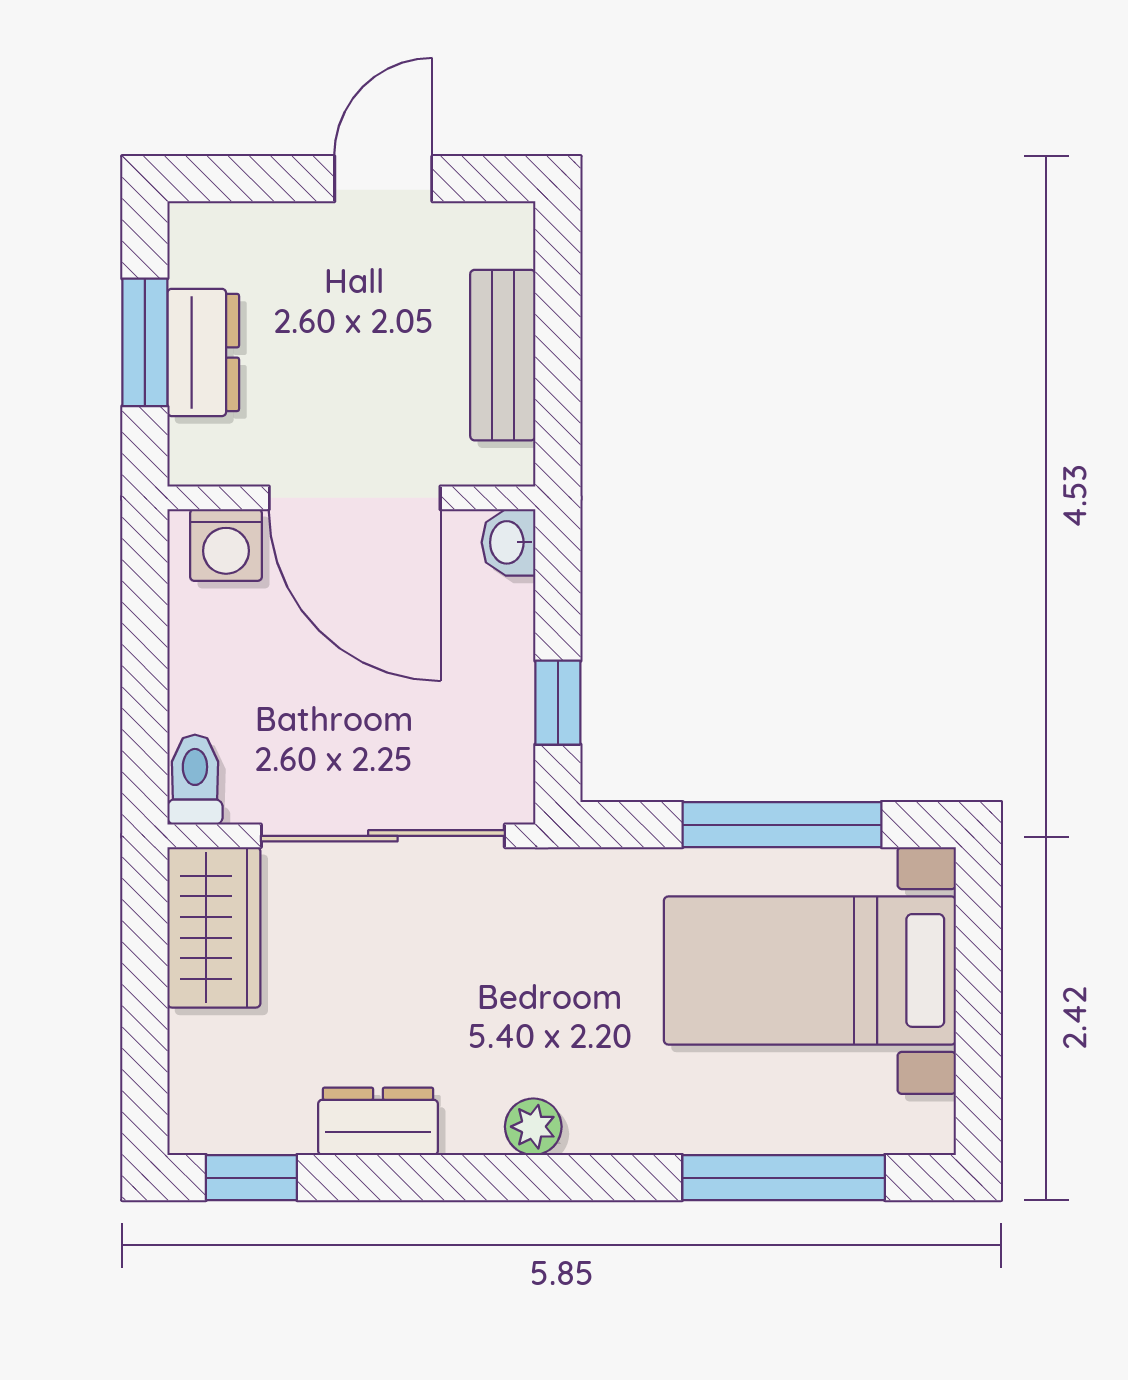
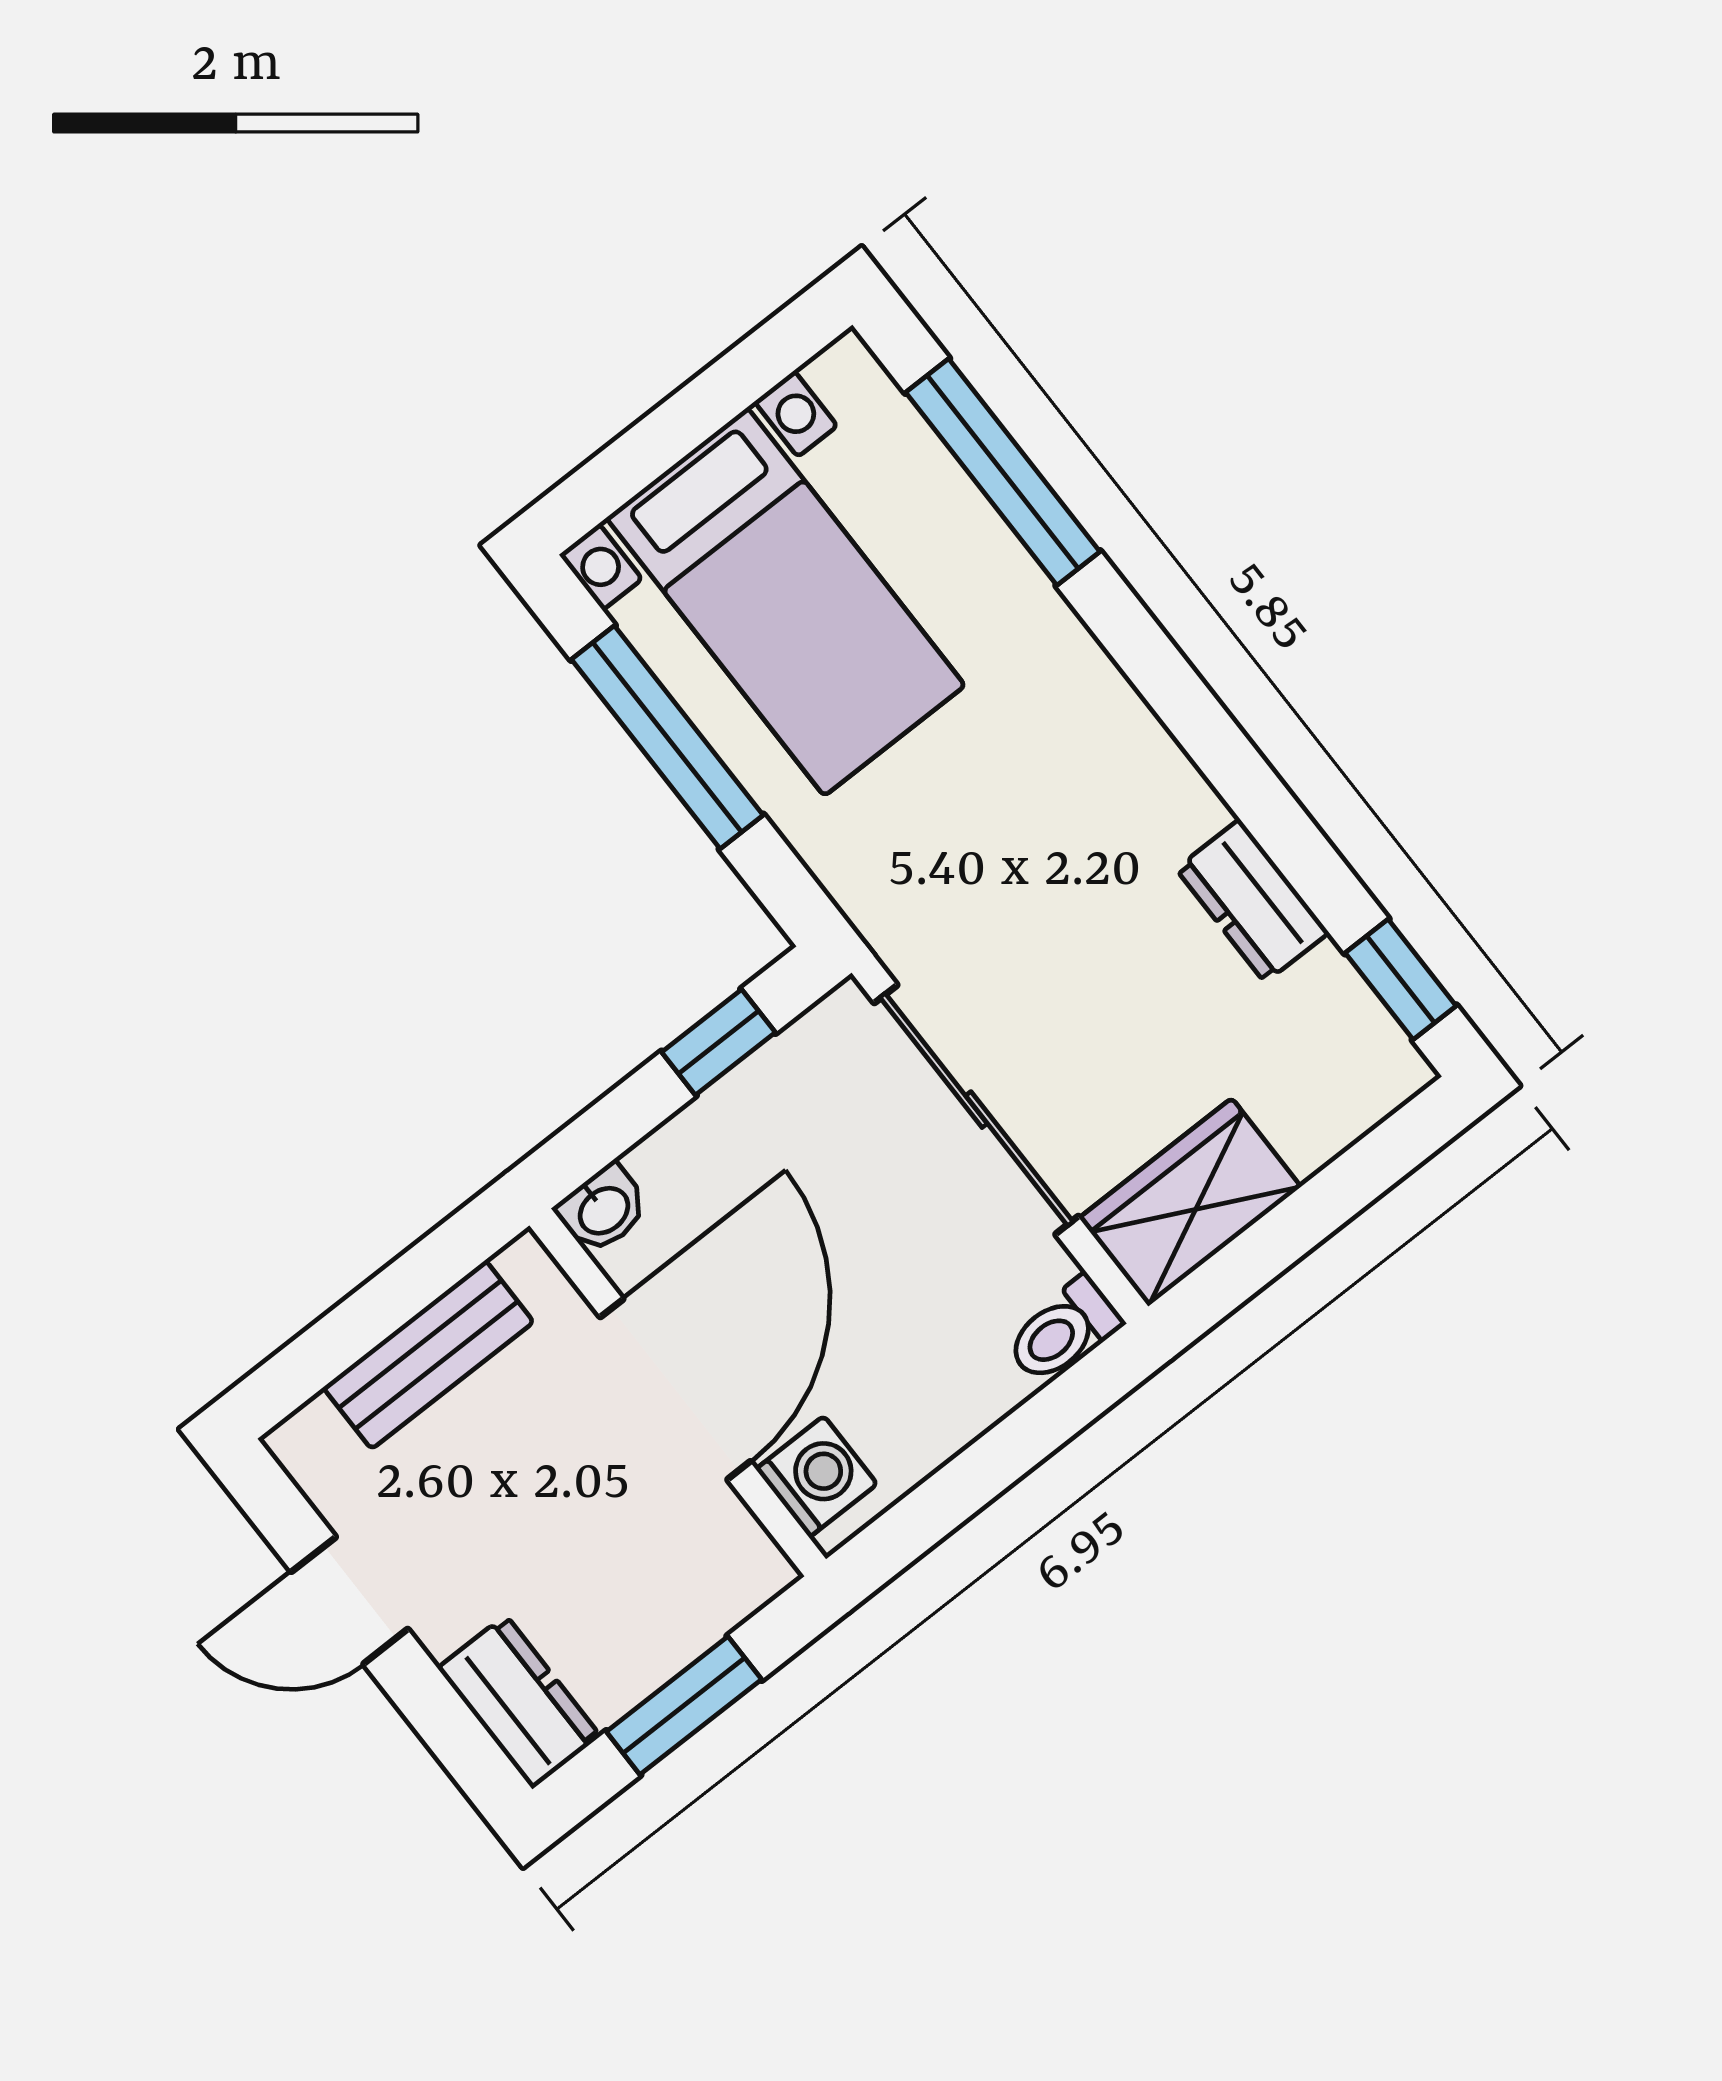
dresser: (203, 352) -> (519, 1702), moved, turned 90
plant: (533, 1127) -> (1141, 749), removed

